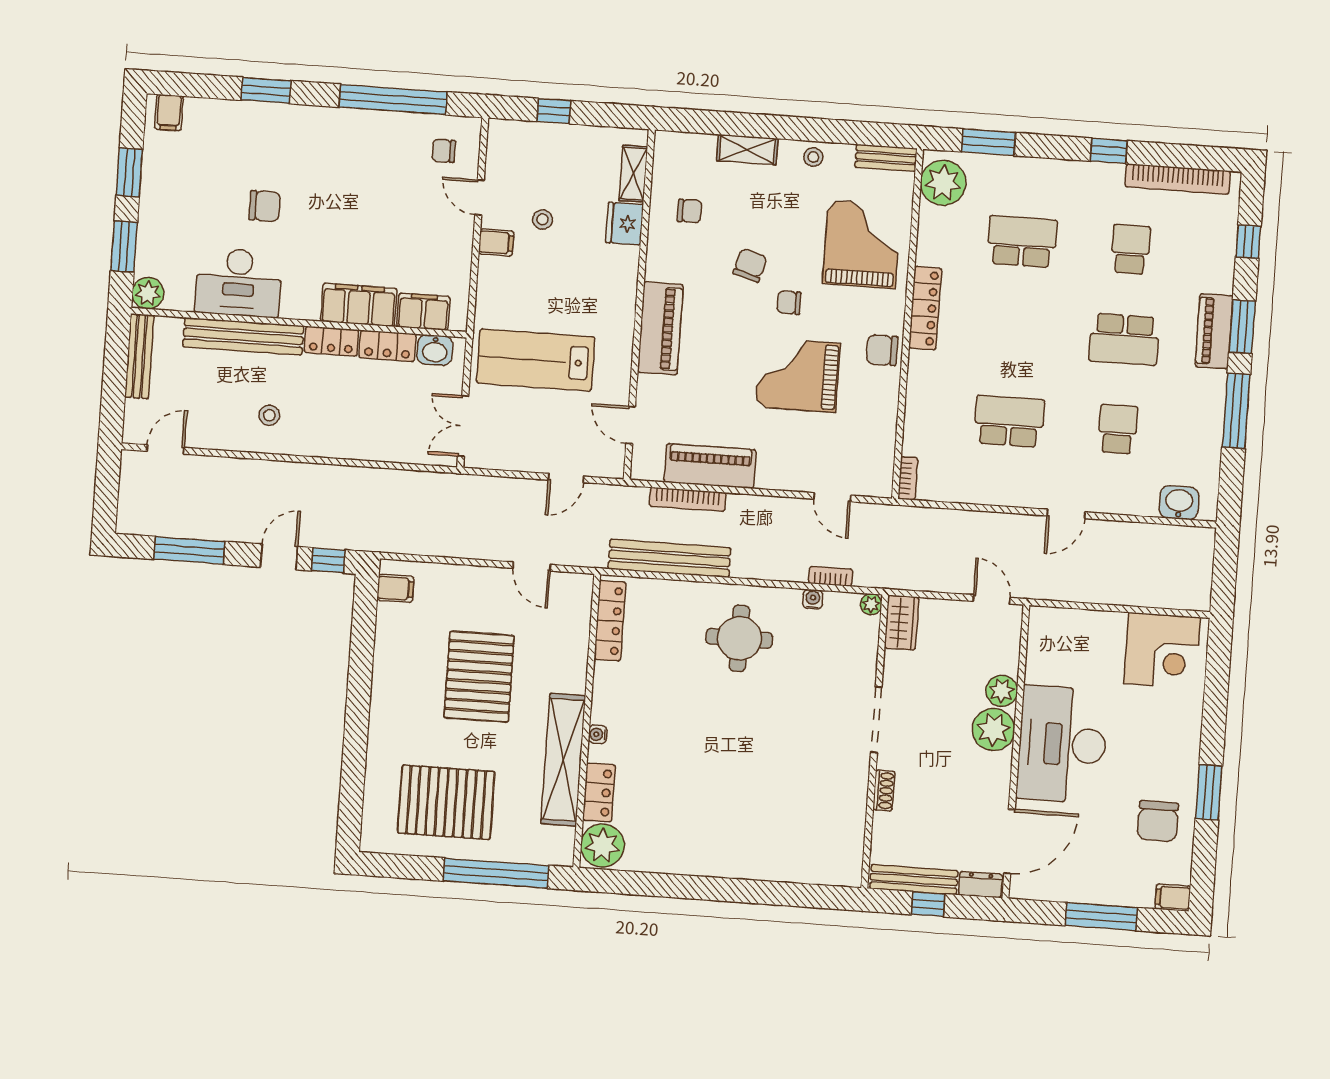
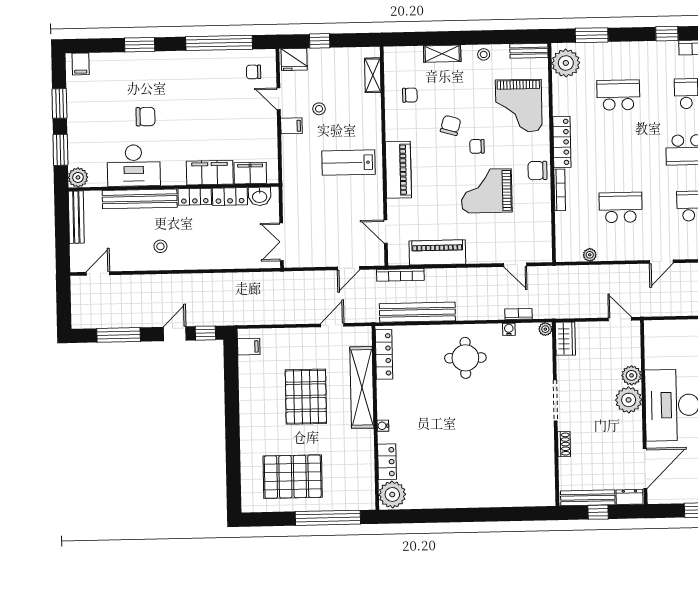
fridge: (625, 224) -> (294, 59), moved, turned -90
grand piano: (862, 244) -> (519, 106), turned 180
lab bench: (536, 360) -> (349, 163), moved, width x0.73, depth x0.72
bookcase: (908, 478) -> (560, 190), moved, width x1.56
plant: (953, 492) -> (590, 255), added
bookcase: (688, 499) -> (400, 275), moved
door: (532, 566) -> (332, 325), swing flipped
shelving: (563, 760) -> (362, 387), moved

